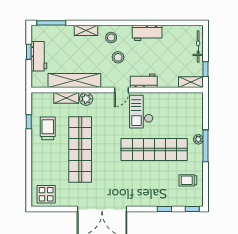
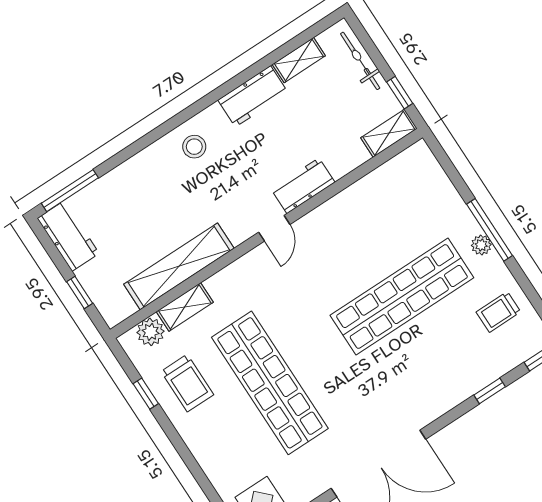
shelving: (86, 30) -> (299, 60), moved
window: (29, 52) -> (80, 293), moved
workbench: (39, 56) -> (68, 236), moved
stool: (118, 57) -> (230, 174), removed
plant: (86, 99) -> (151, 332), moved
checkout: (141, 112) -> (335, 244), removed
trolley: (48, 128) -> (187, 383), turned 180
plant: (198, 139) -> (481, 245), moved

